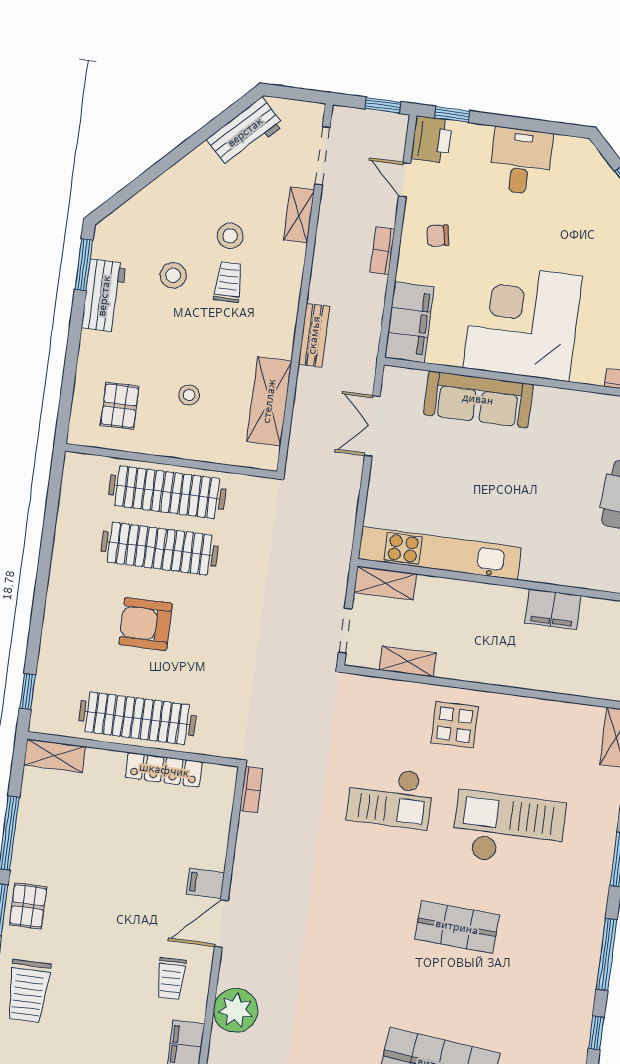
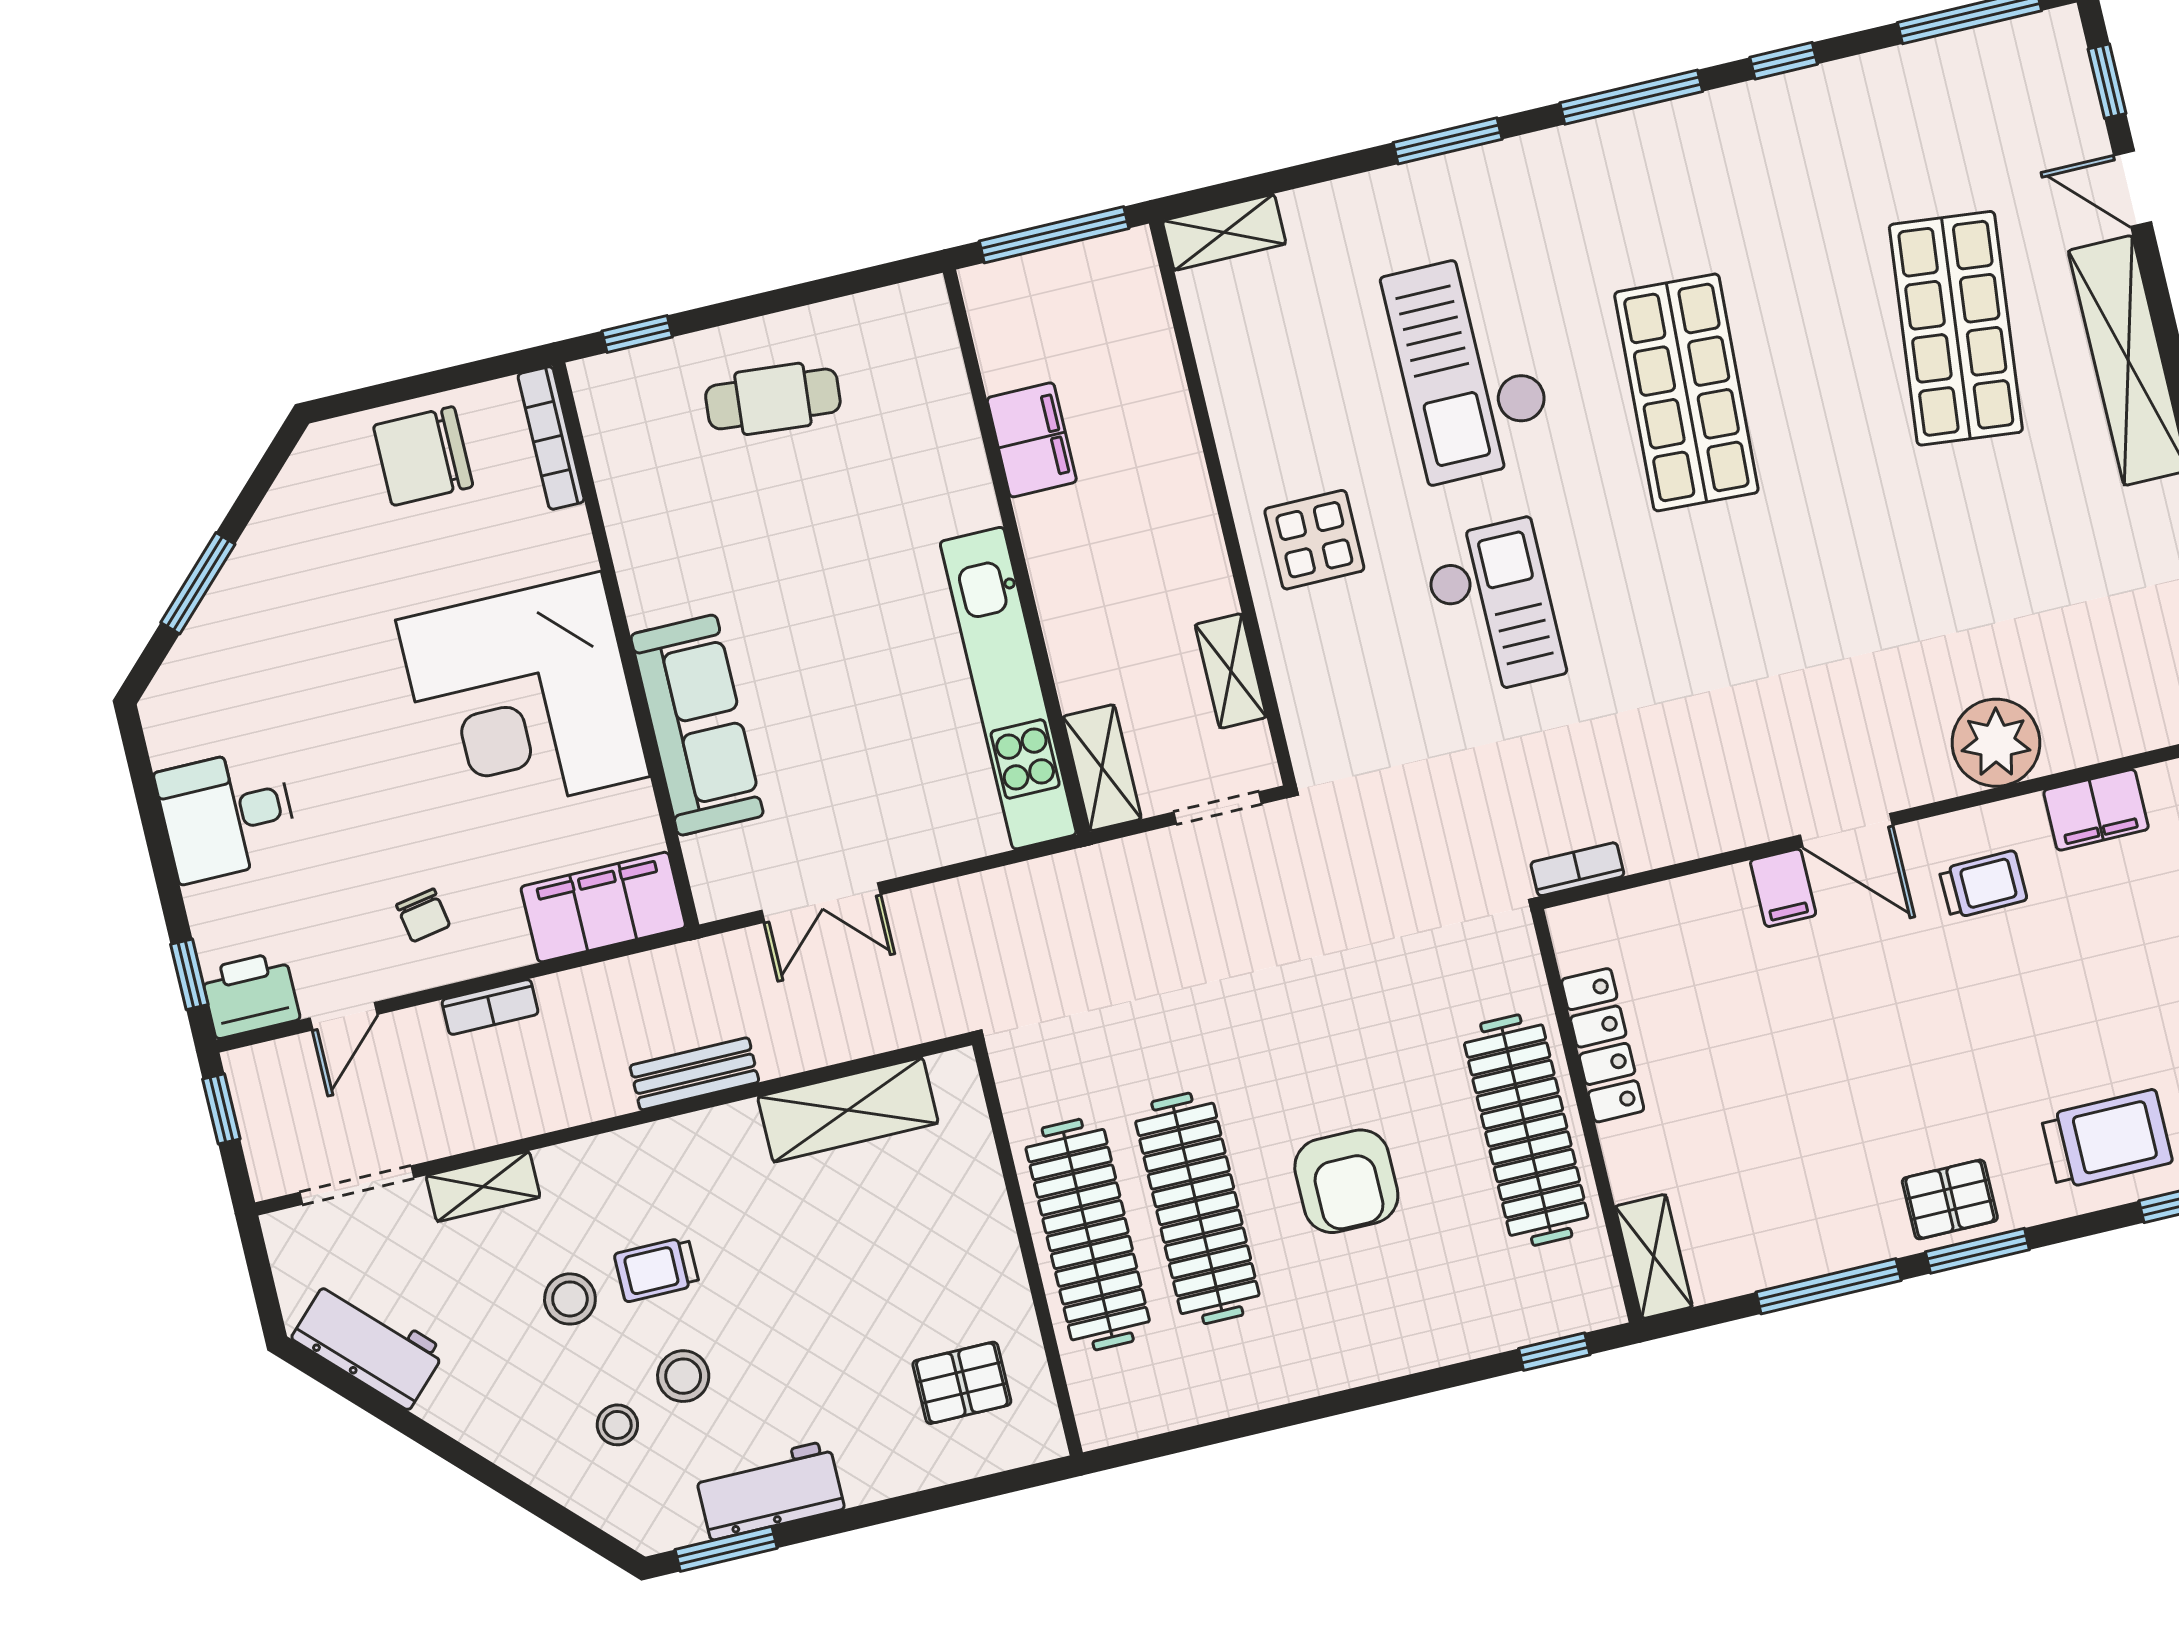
stool: (189, 395) -> (617, 1425), moved
shop shelf: (457, 927) -> (1686, 392), width x1.43, depth x1.36

